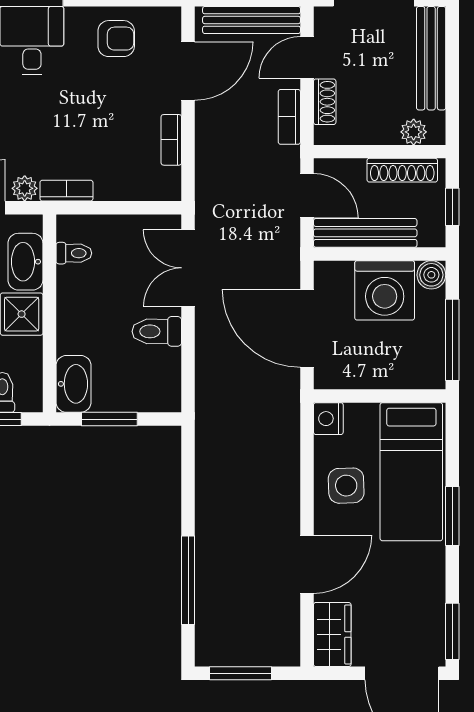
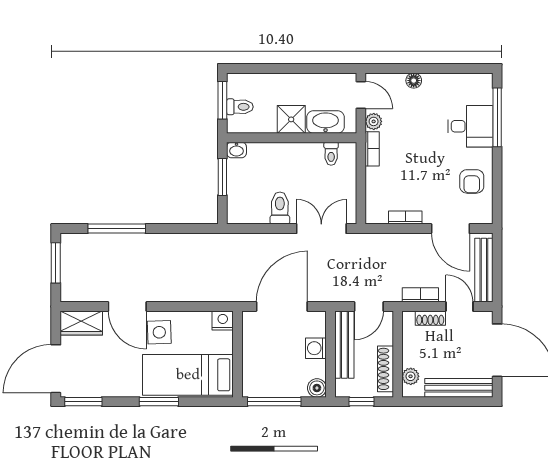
washing machine: (385, 290) -> (316, 348), width x0.53, depth x0.53
washbasin: (73, 384) -> (236, 150), width x0.52, depth x0.69
side table: (346, 486) -> (159, 332), moved

